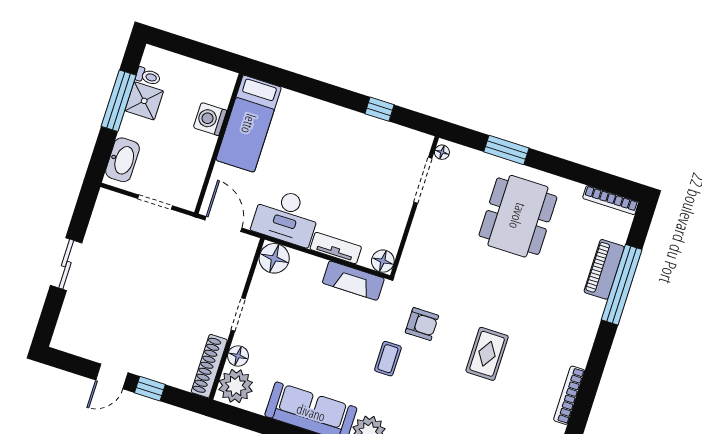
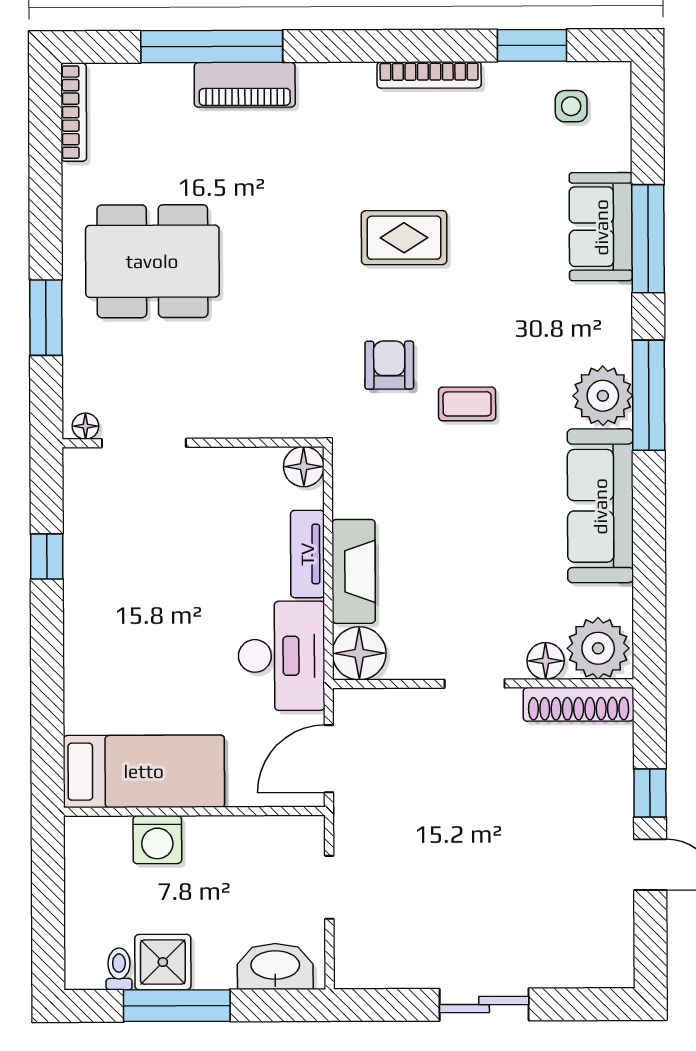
piano: (604, 269) -> (245, 85), moved
fireplace: (353, 281) -> (354, 571), moved

